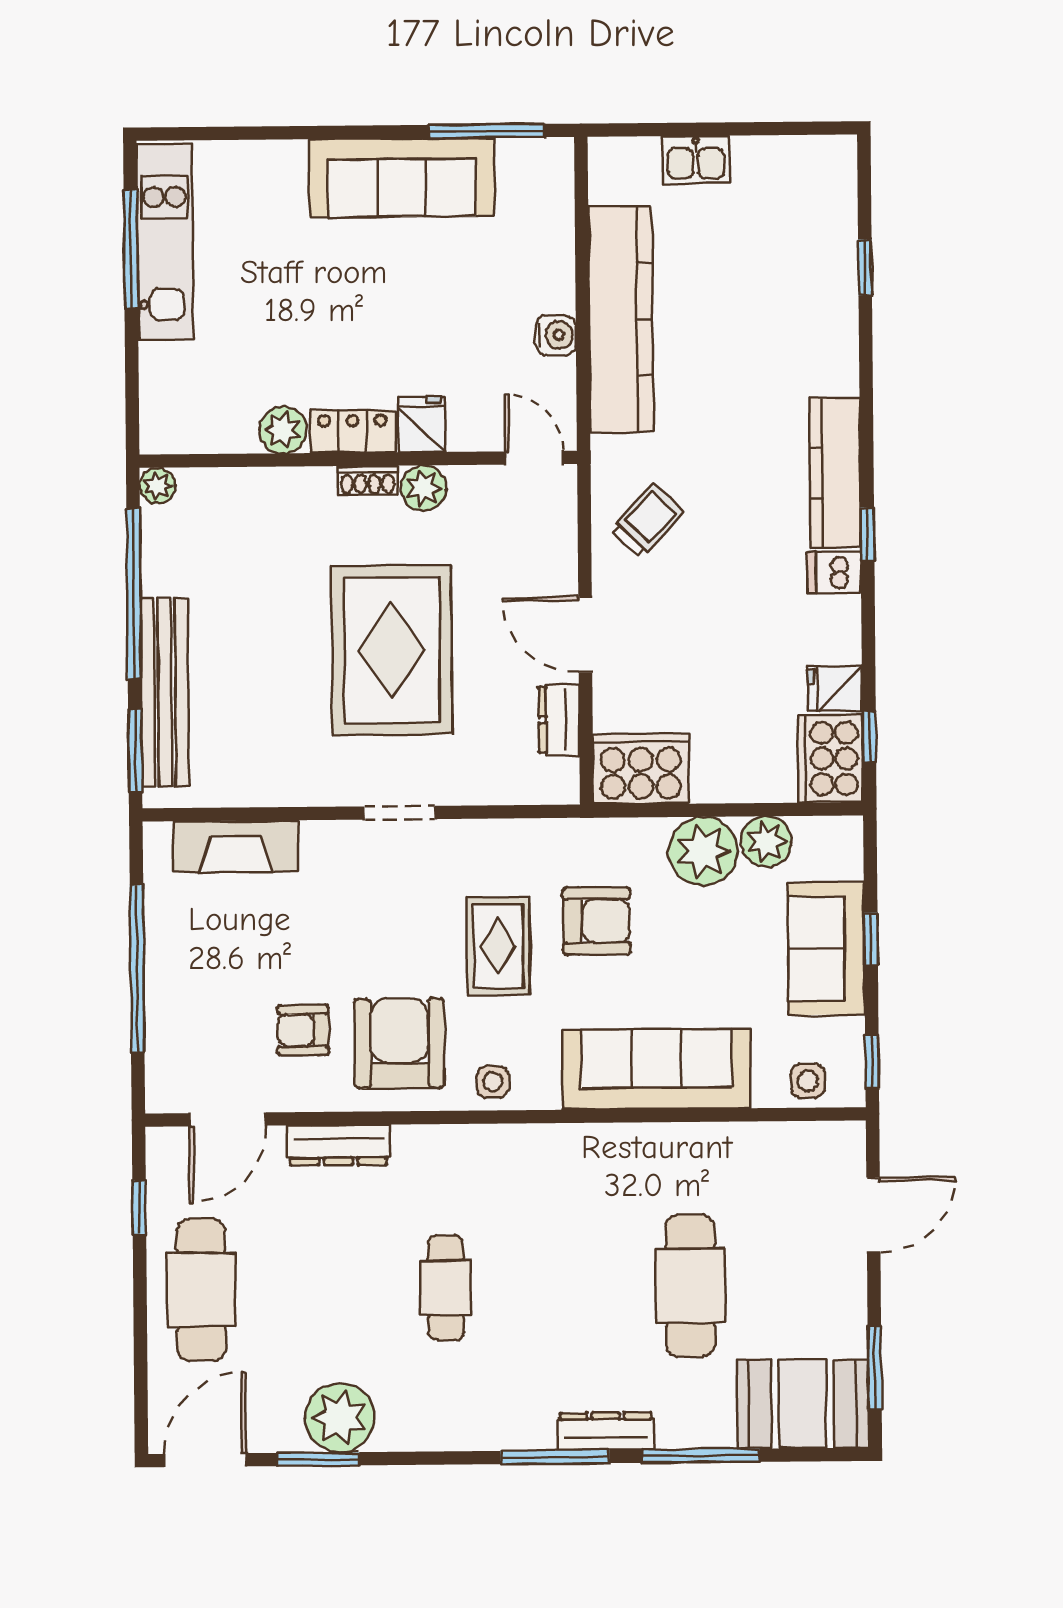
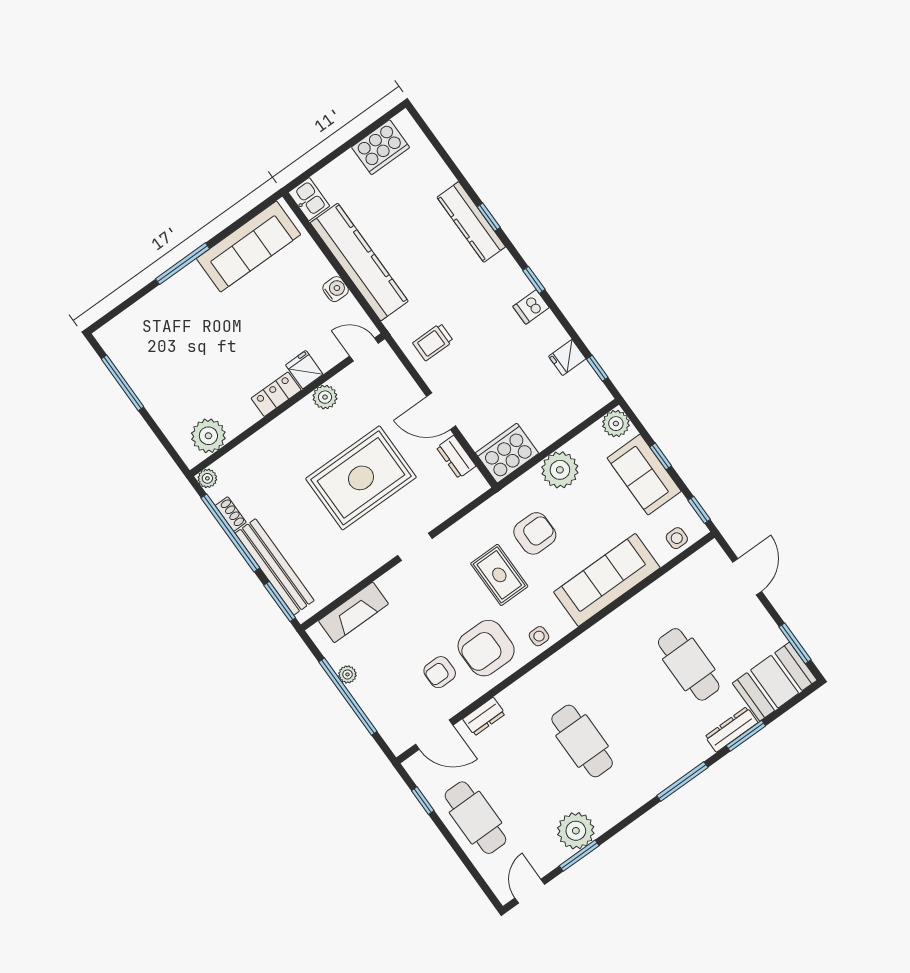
window: (486, 131) -> (182, 264), moved
kitchen sink: (696, 160) -> (309, 199), moved, turned -90
sofa: (401, 178) -> (249, 247), moved
kitchen unit: (165, 242) -> (135, 369), removed
window: (865, 267) -> (489, 217), moved
plant: (283, 430) -> (208, 436), moved, width x1.36, depth x1.36
kitchen counter: (835, 473) -> (471, 222), moved
shoe rack: (367, 480) -> (231, 514), moved, turned -90
trolley: (647, 520) -> (433, 342), turned -134
rug: (392, 650) -> (361, 478), turned 90
cooker: (830, 759) -> (381, 147), moved, turned -90
plant: (766, 842) -> (616, 424), moved
plant: (160, 935) -> (347, 674), added
armchair: (399, 1043) -> (486, 648), turned -90
door: (228, 1119) -> (434, 735), hinge flipped
dresser: (338, 1145) -> (484, 717), width x0.70
cafe table: (446, 1288) -> (582, 741), width x1.37, depth x1.35
dresser: (606, 1431) -> (731, 729), moved
window: (701, 1456) -> (746, 736), width x0.69
door: (205, 1460) -> (530, 891), width x0.73

